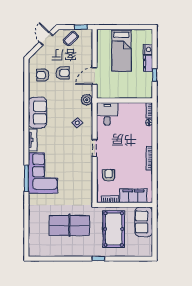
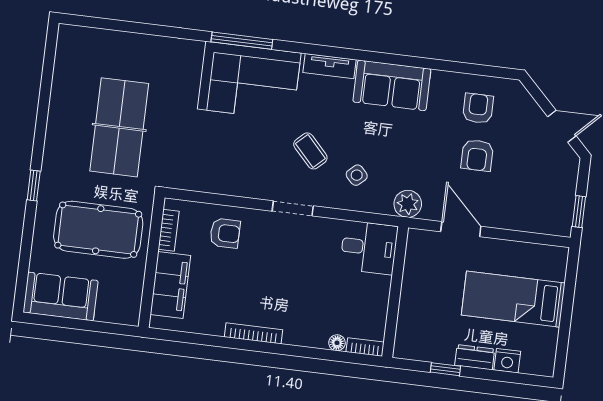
coffee table: (71, 38) -> (310, 151), moved
sofa: (144, 222) -> (61, 296), moved

